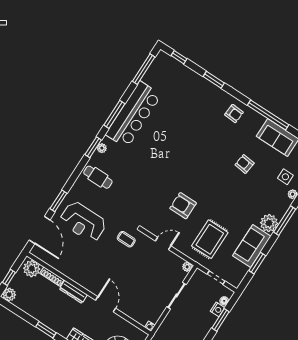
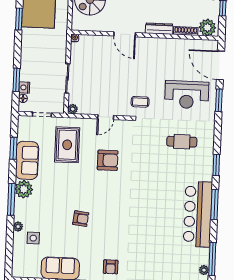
armchair: (234, 114) -> (111, 267), turned -94
plant: (102, 148) -> (204, 270), moved
armchair: (245, 164) -> (81, 219), moved
cafe table: (98, 177) -> (182, 142), moved
reception desk: (83, 222) -> (187, 95), turned 180

